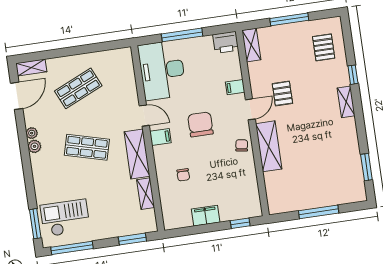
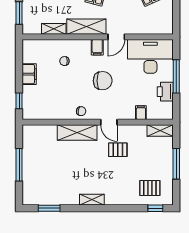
printer: (226, 42) -> (165, 92), moved
window: (353, 75) -> (155, 208), moved
filing cabinet: (235, 87) -> (141, 113), moved
shelving: (346, 102) -> (92, 200), moved

